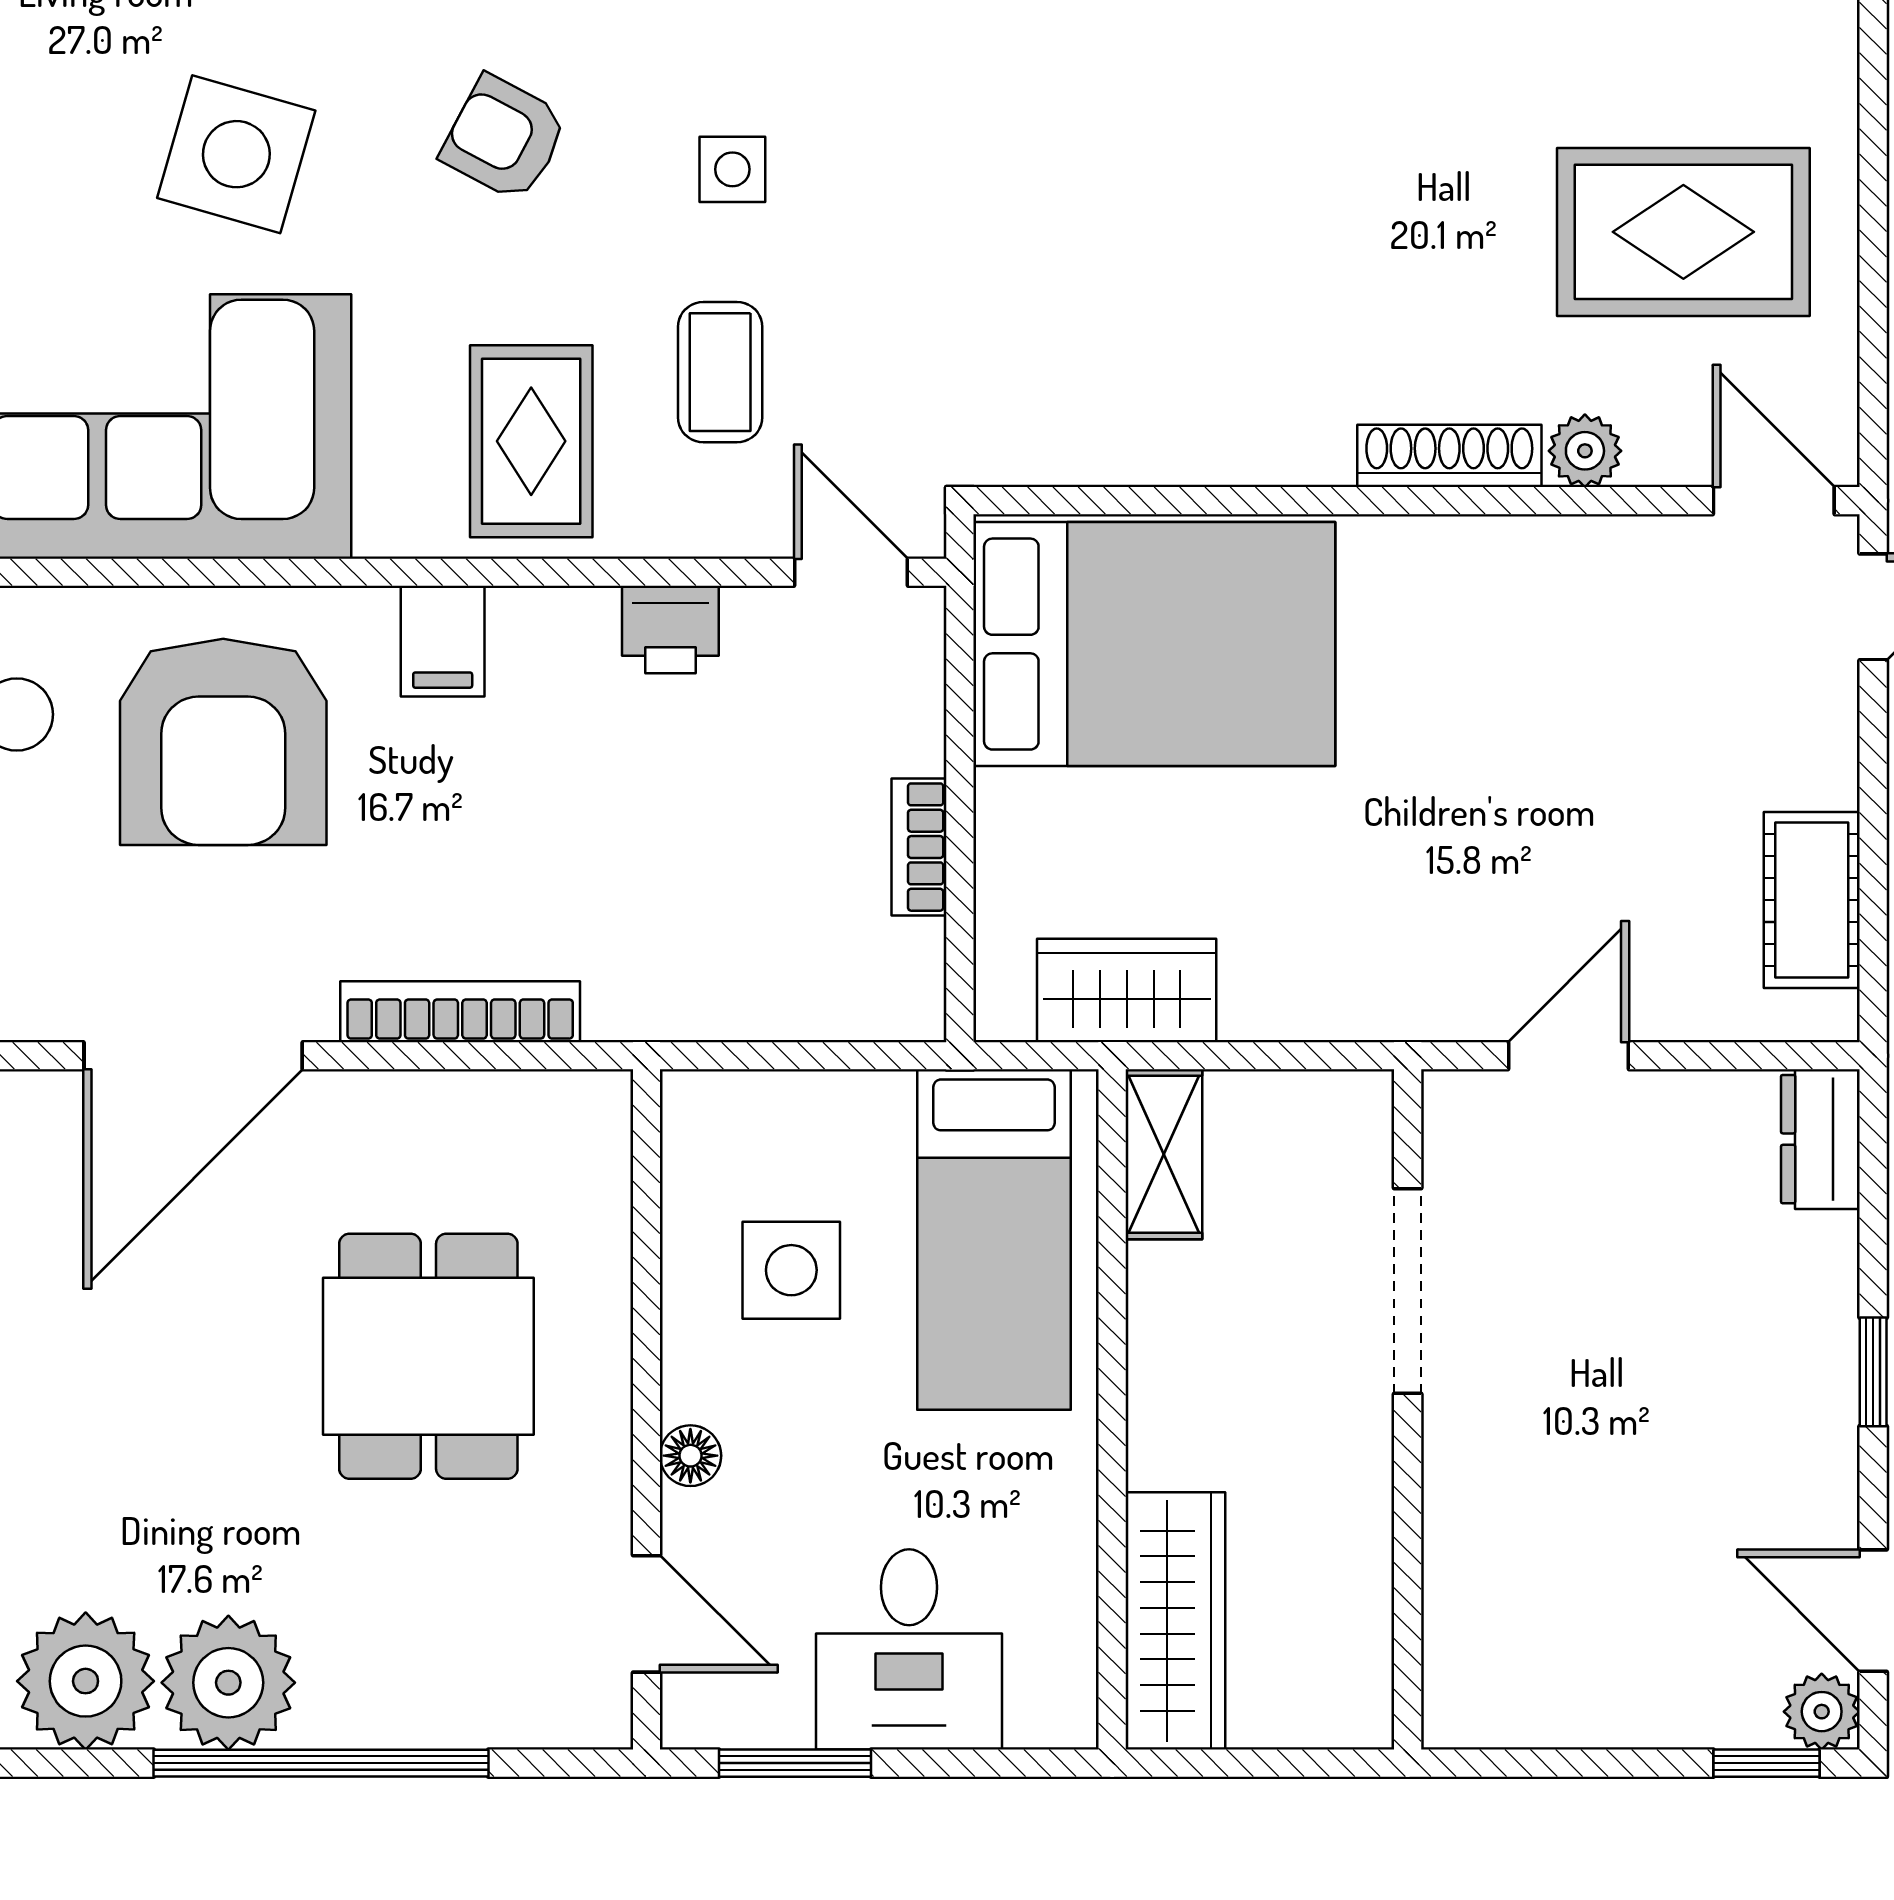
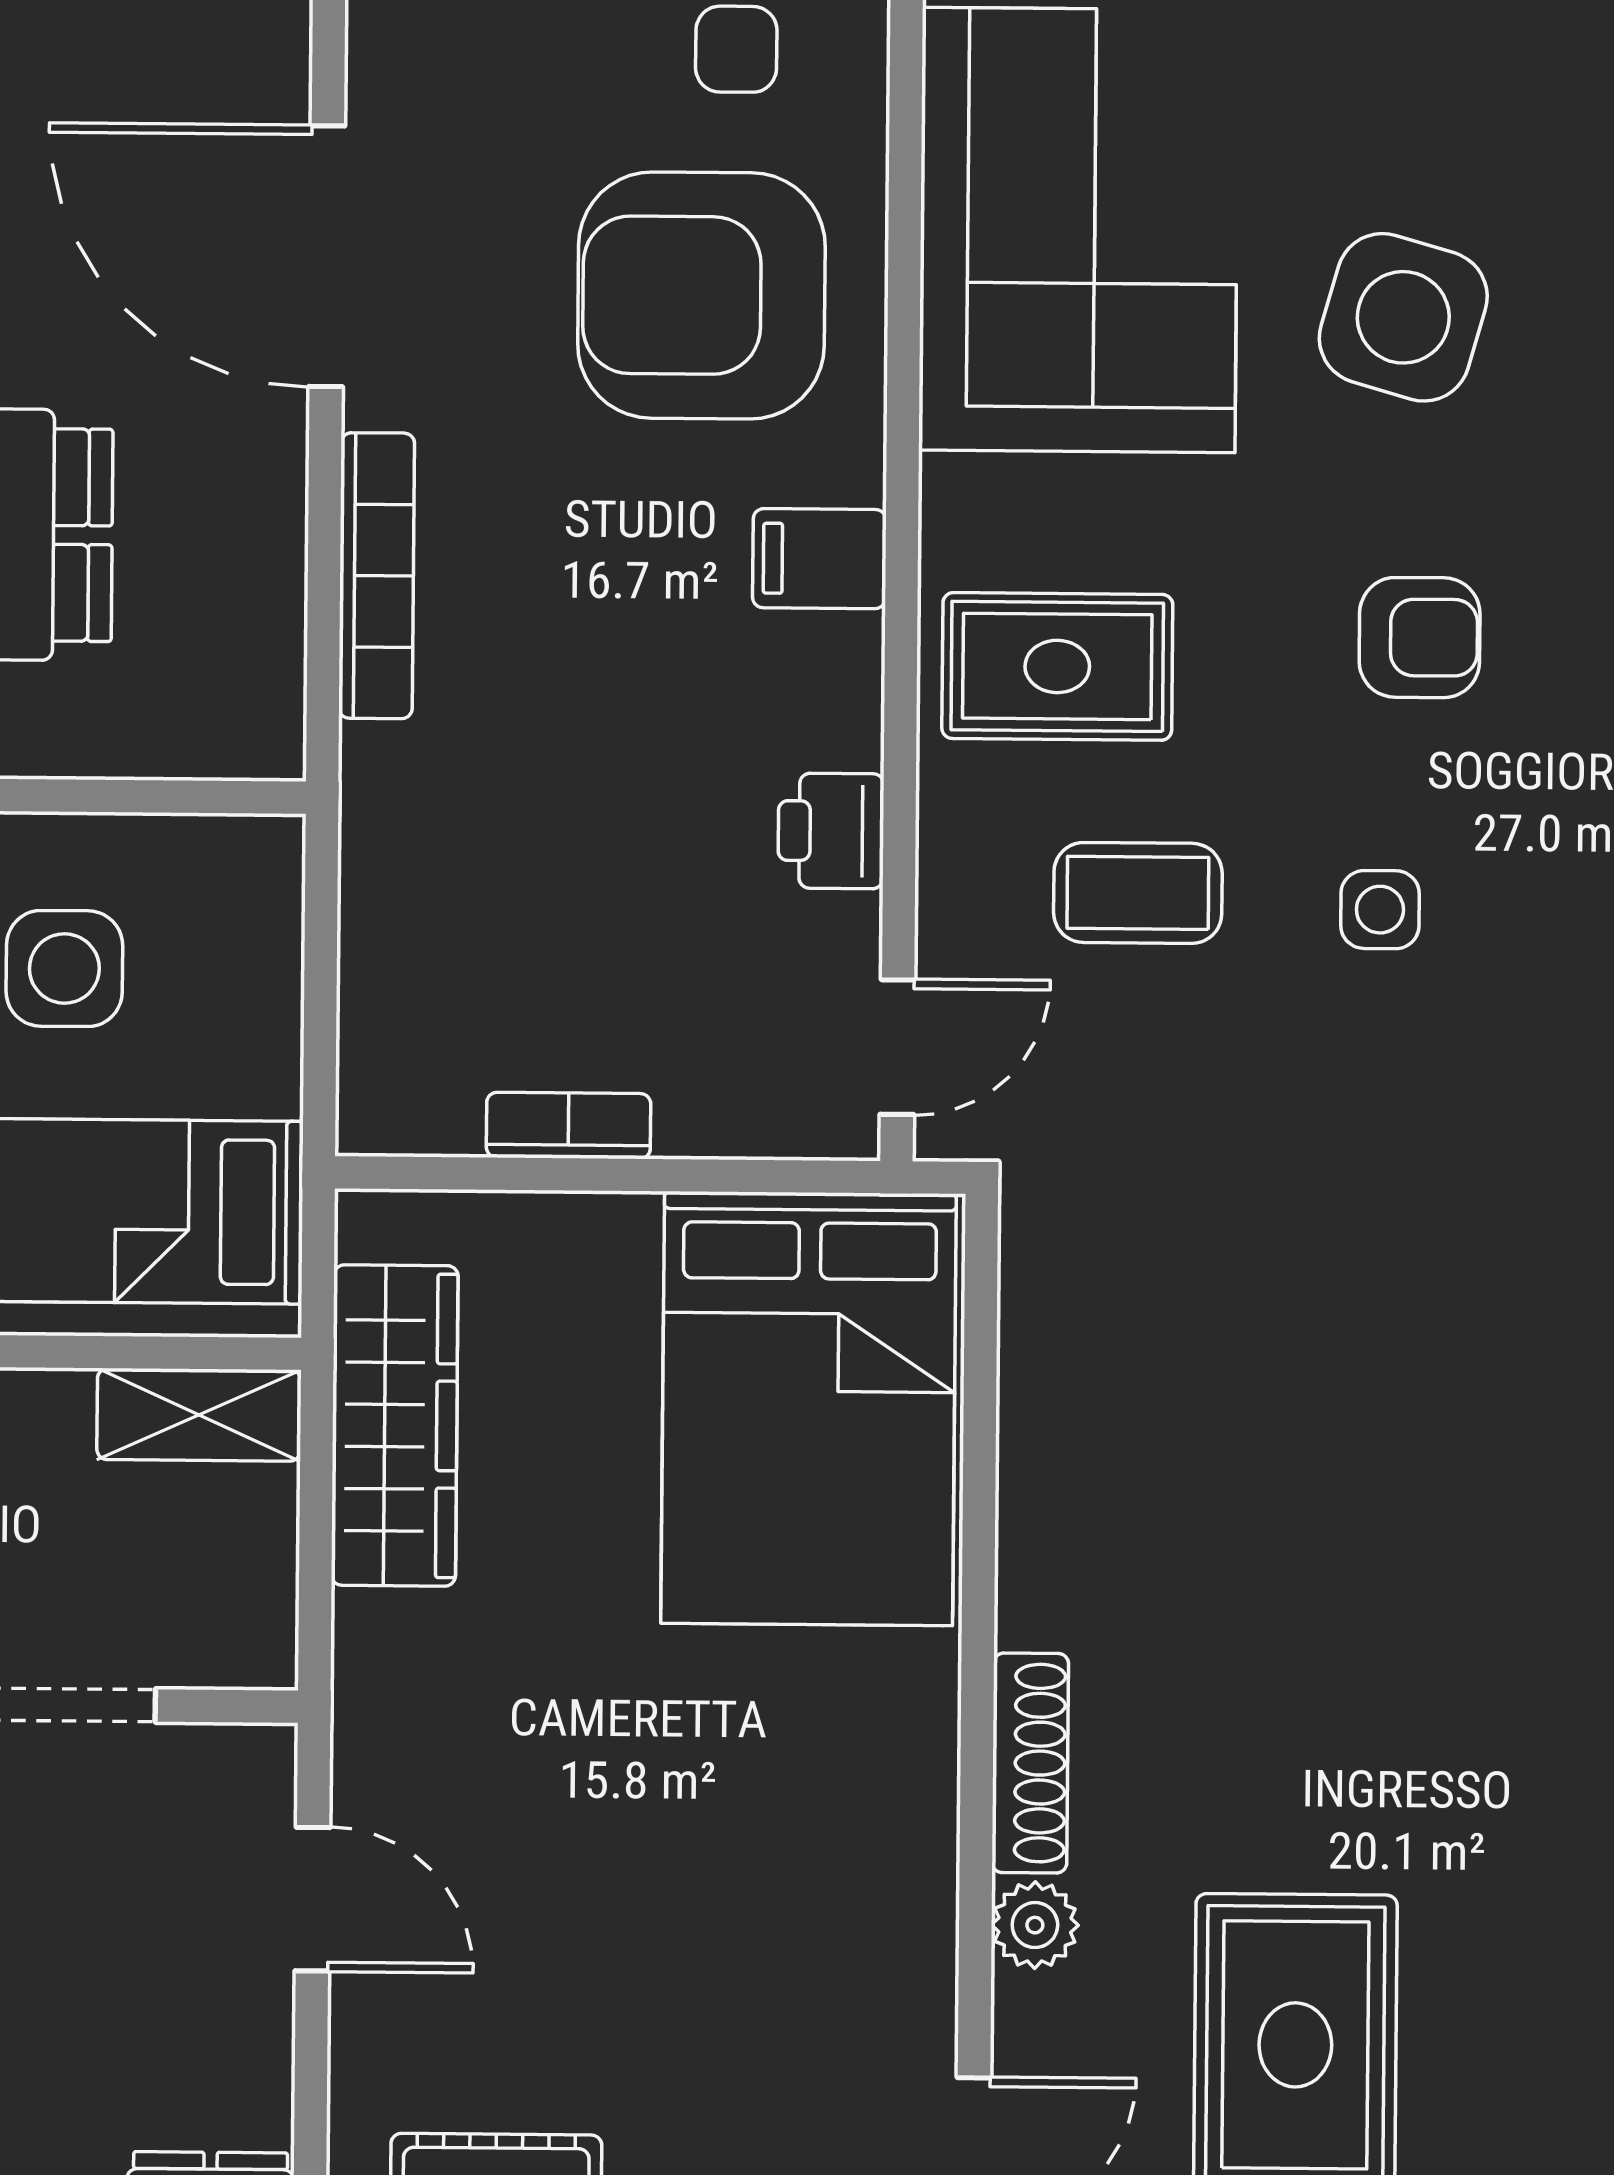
armchair: (504, 138) -> (1420, 638), turned 62
wardrobe: (1127, 990) -> (395, 1425), width x1.50

